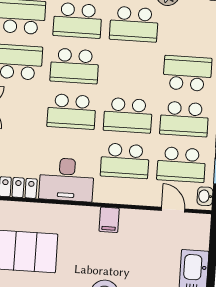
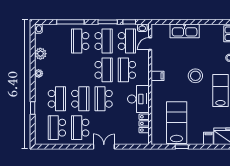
school desk: (134, 24) -> (57, 70), removed
school desk: (71, 111) -> (104, 99), turned 180
school desk: (125, 161) -> (127, 70), turned 180

